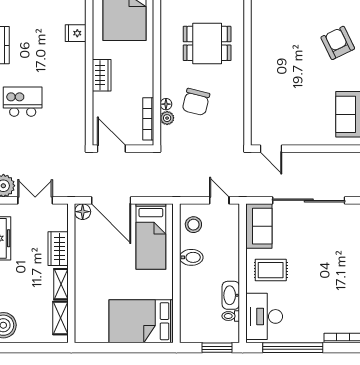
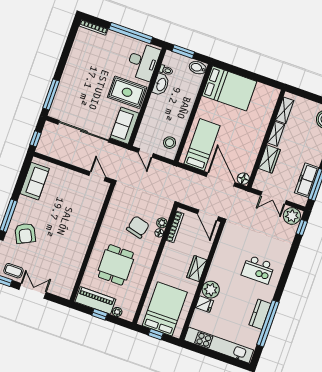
dining table: (207, 43) -> (116, 265), turned 90
plant: (74, 55) -> (211, 290), added
bidet: (191, 257) -> (198, 68), moved
rug: (271, 270) -> (127, 92), width x1.36, depth x1.43

